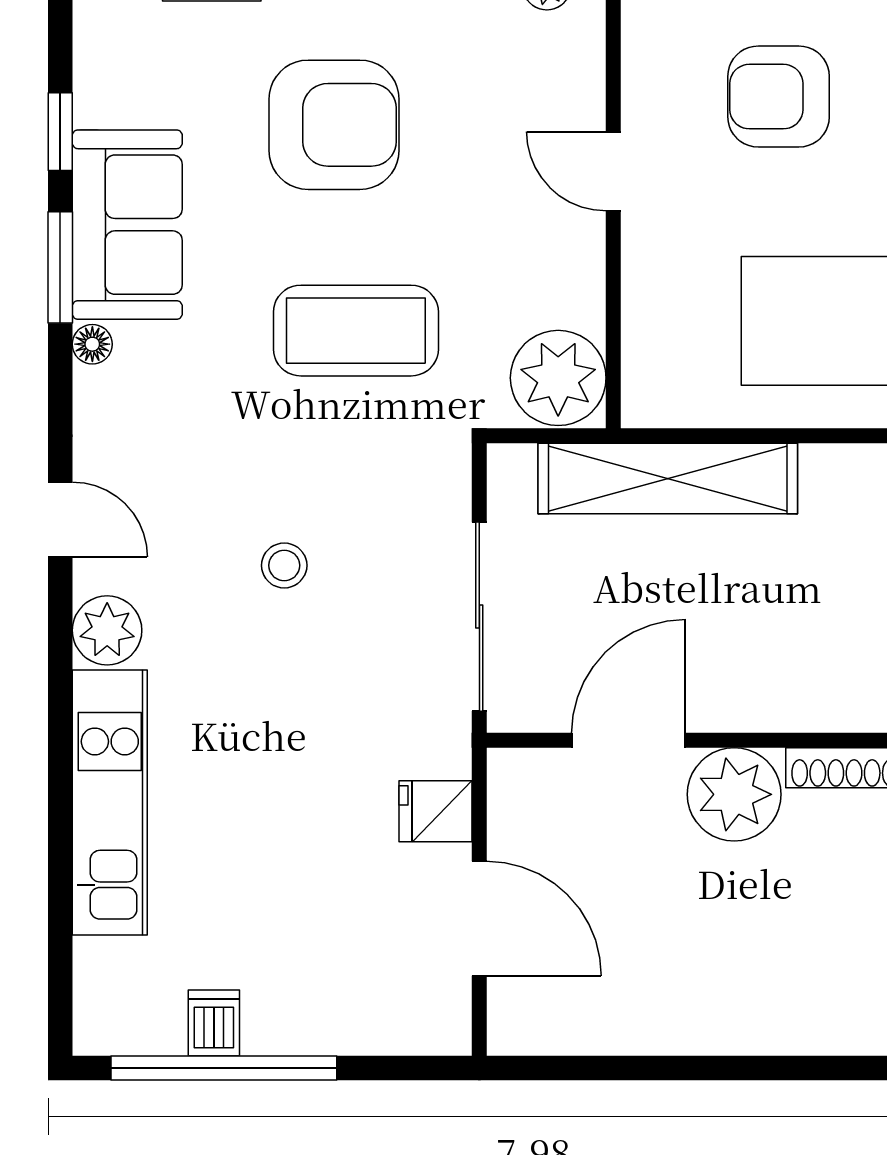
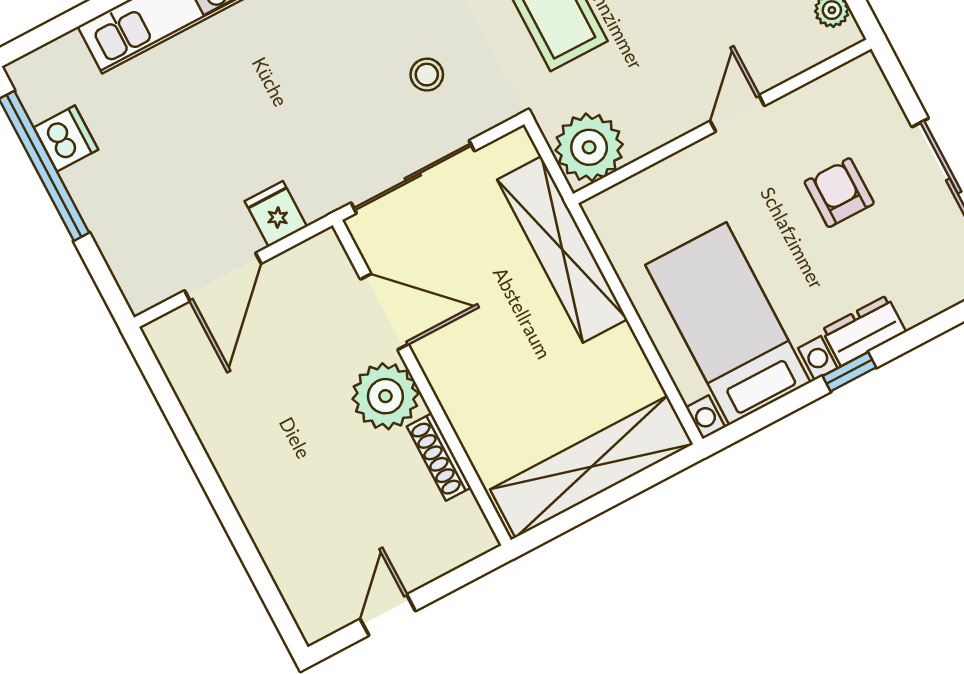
armchair: (779, 97) -> (839, 193), width x0.72, depth x0.72
stool: (284, 565) -> (427, 75), moved
dishwasher: (214, 1023) -> (66, 139), width x1.38

